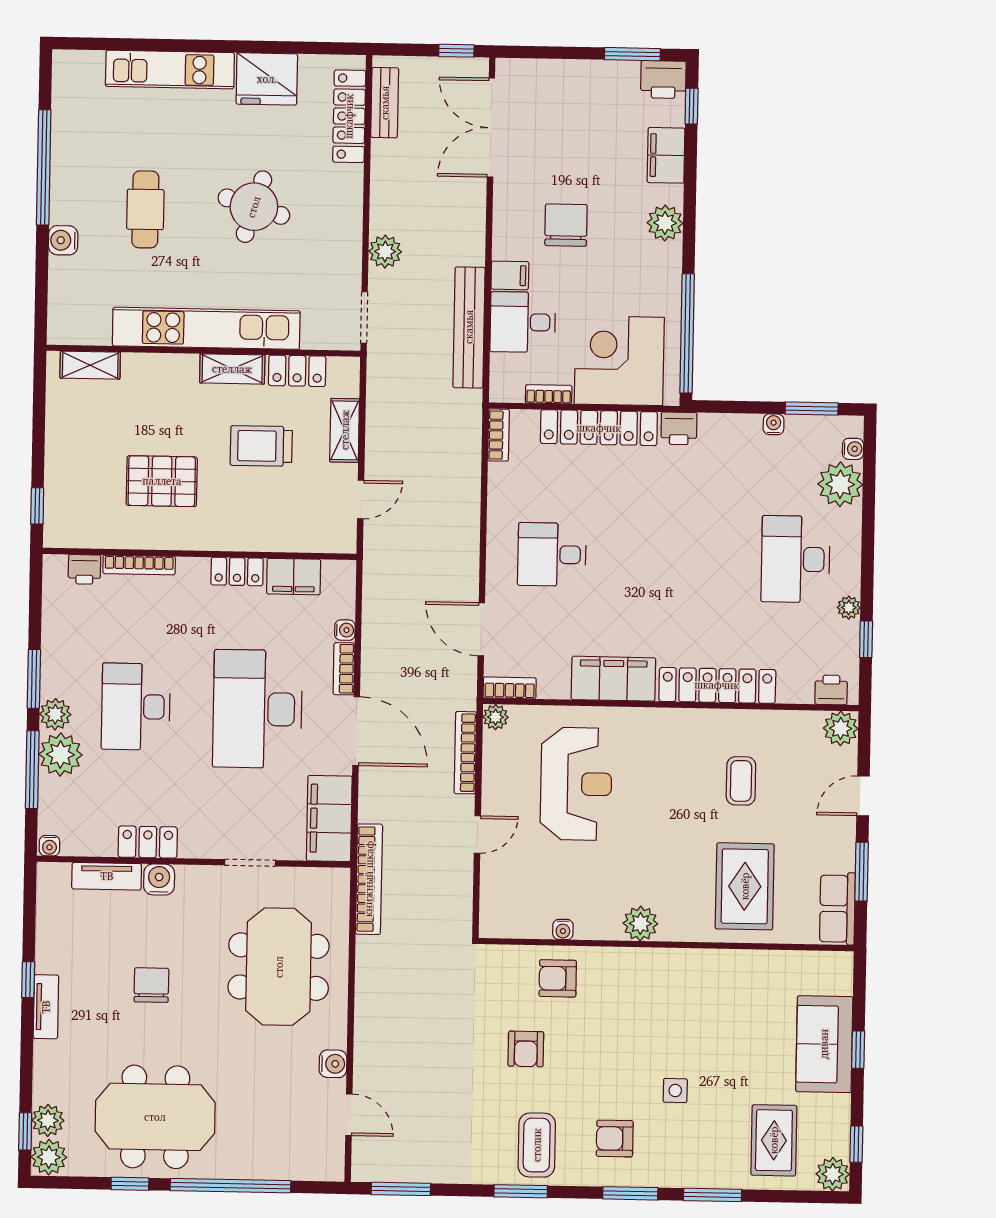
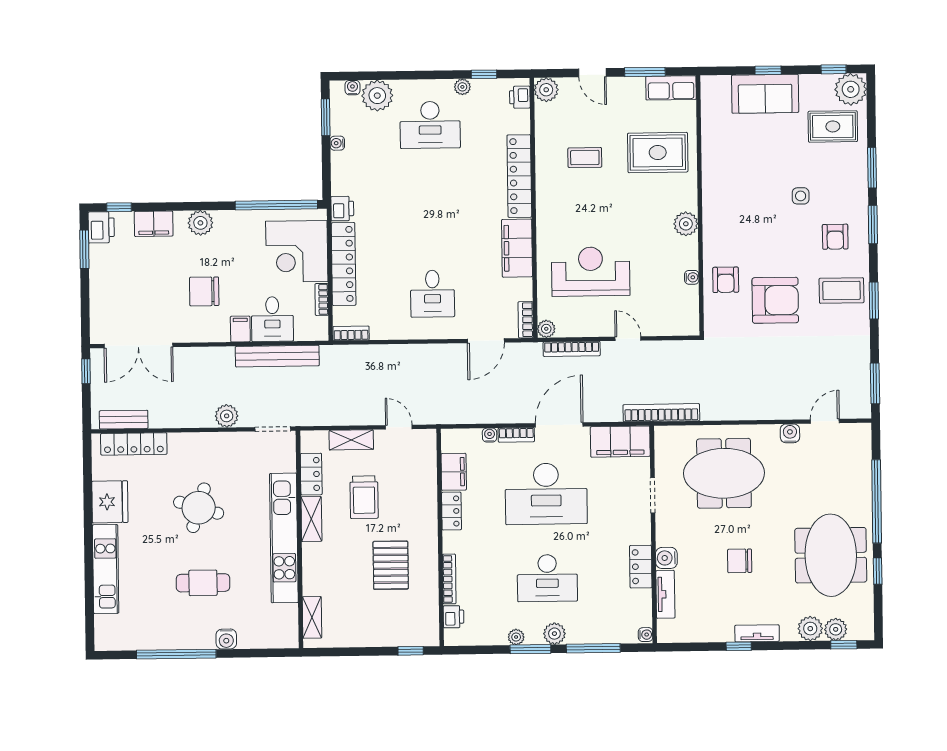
plant: (60, 755) -> (516, 637), moved, width x0.53, depth x0.53
armchair: (526, 1049) -> (775, 300), width x1.88, depth x1.88
plant: (49, 1157) -> (810, 629), moved
plant: (833, 1174) -> (851, 89), width x1.36, depth x1.36

